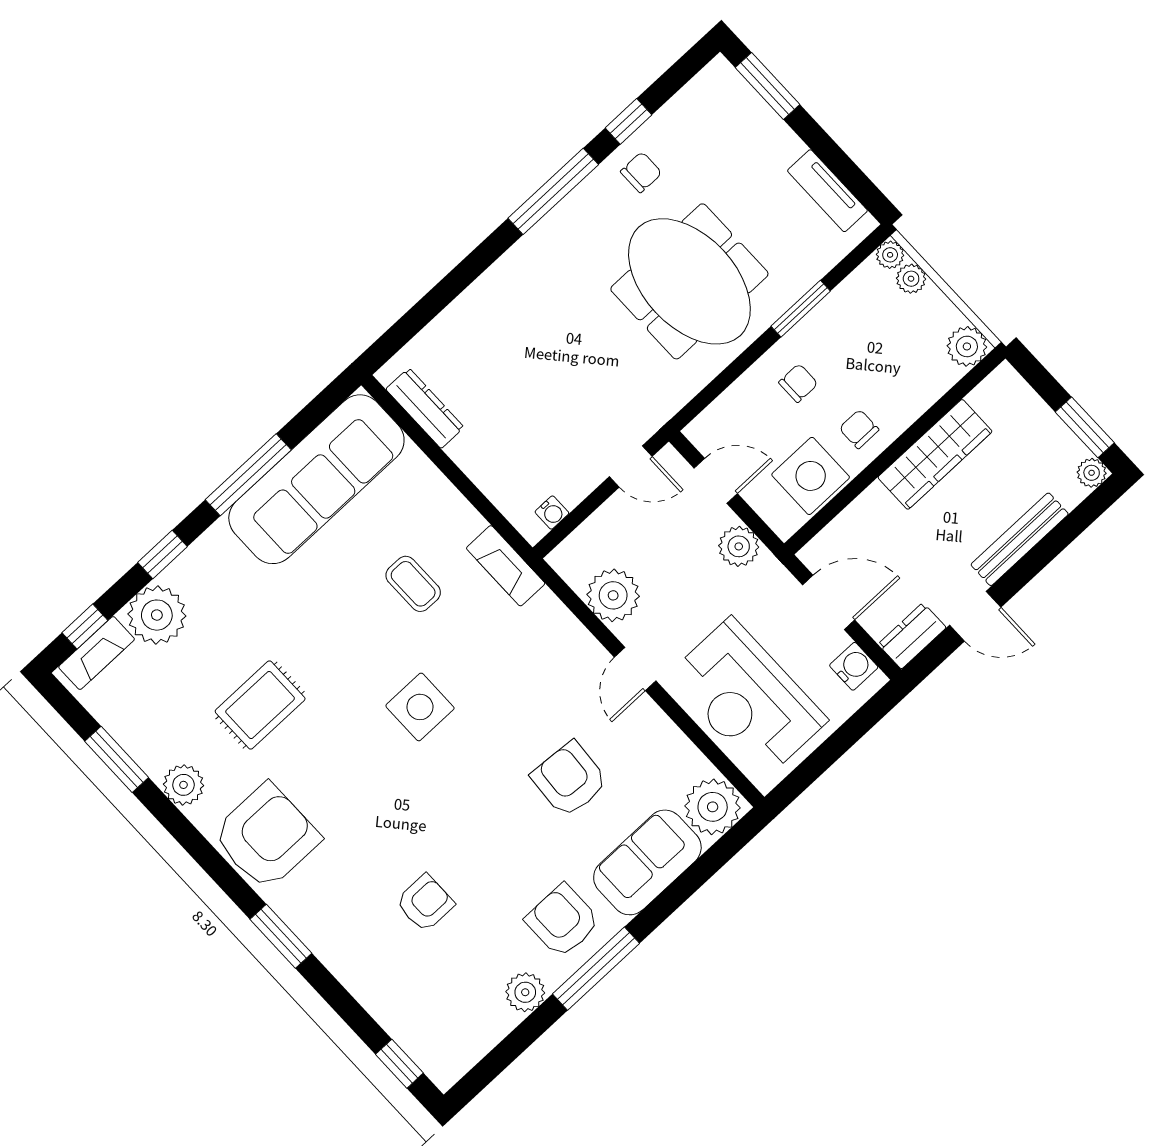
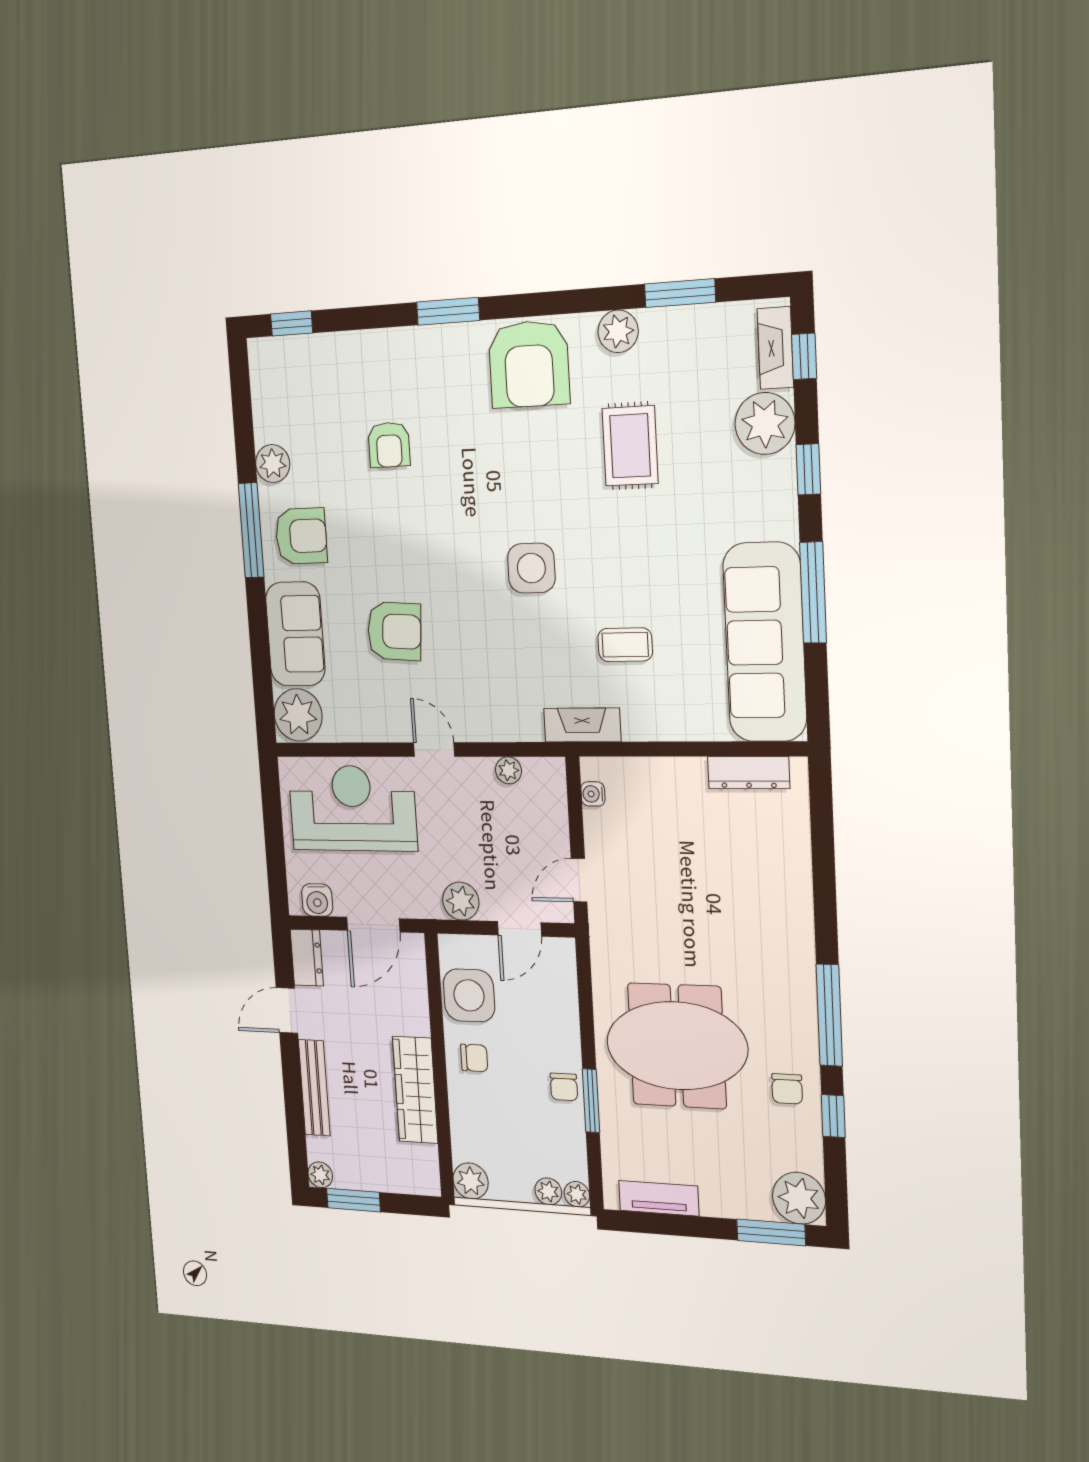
plant: (719, 90) -> (799, 1198), added
chair: (798, 383) -> (564, 1087), moved
plant: (613, 595) -> (508, 770), width x0.53, depth x0.53

